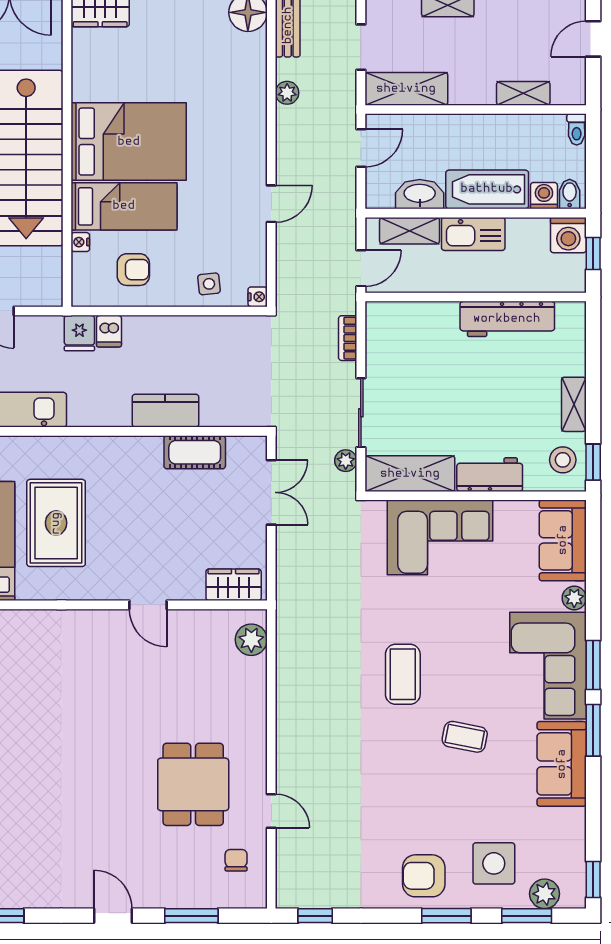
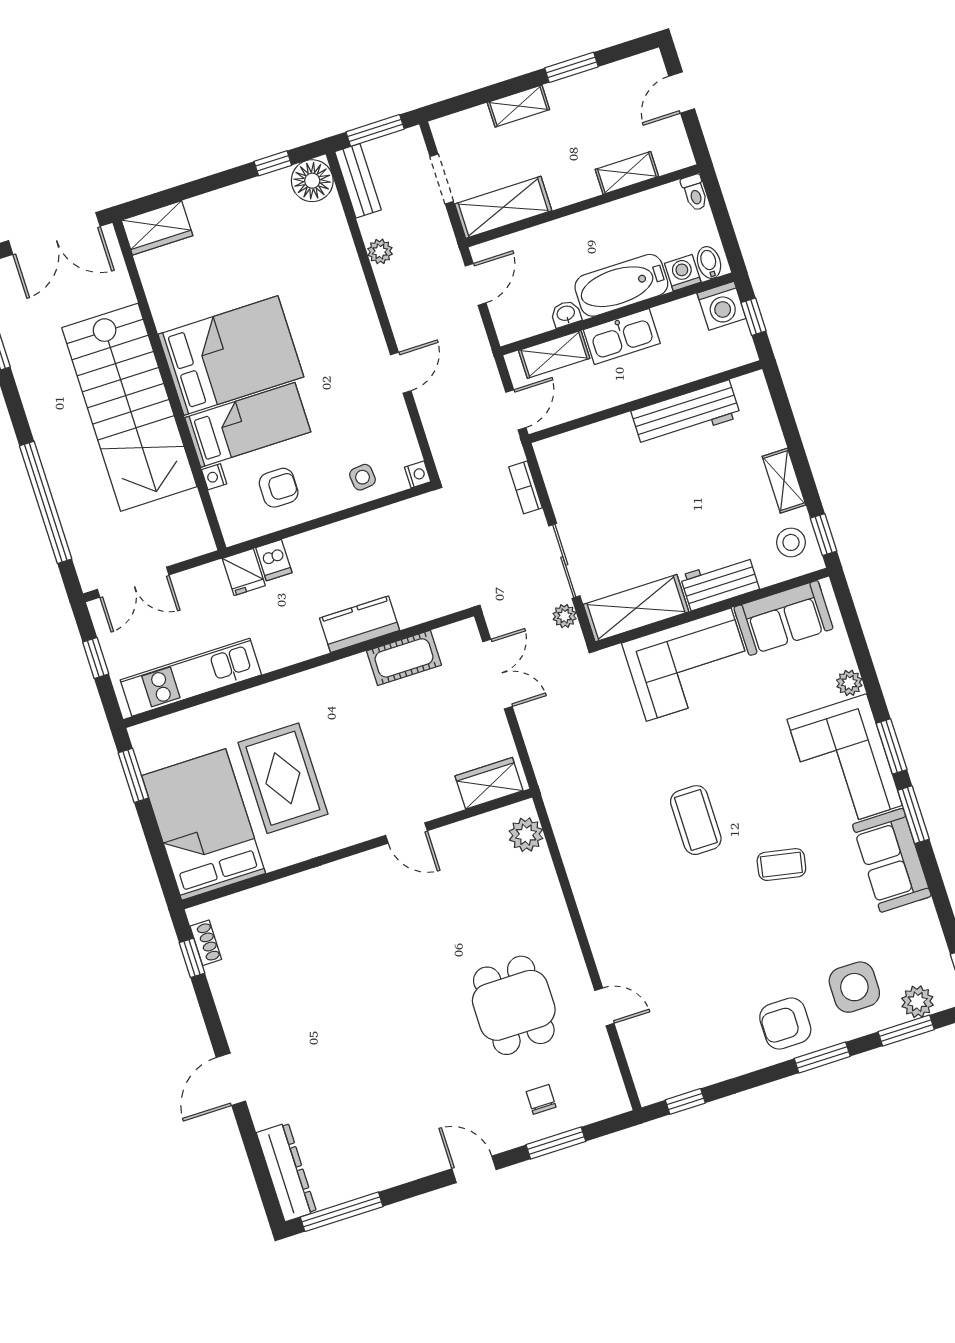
washbasin: (420, 194) -> (566, 314), width x0.52, depth x0.69
sofa: (563, 540) -> (783, 618), moved, turned -90
chair: (236, 860) -> (541, 1099), moved

